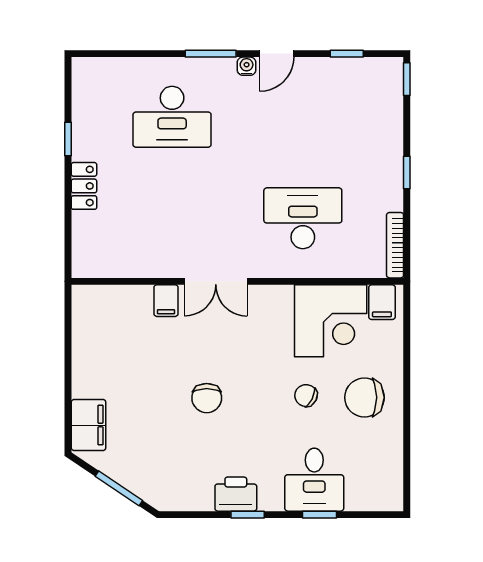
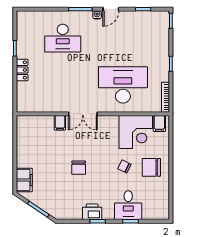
desk: (303, 218) -> (123, 85), width x1.36, depth x1.30

